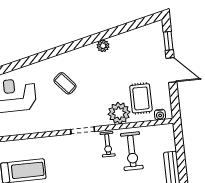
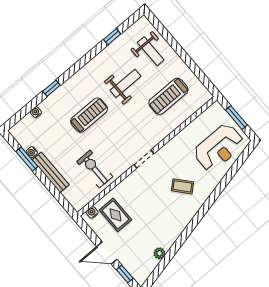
plant: (103, 46) -> (159, 253), moved
plant: (119, 113) -> (125, 192), removed
exercise bike: (108, 144) -> (117, 161), removed

